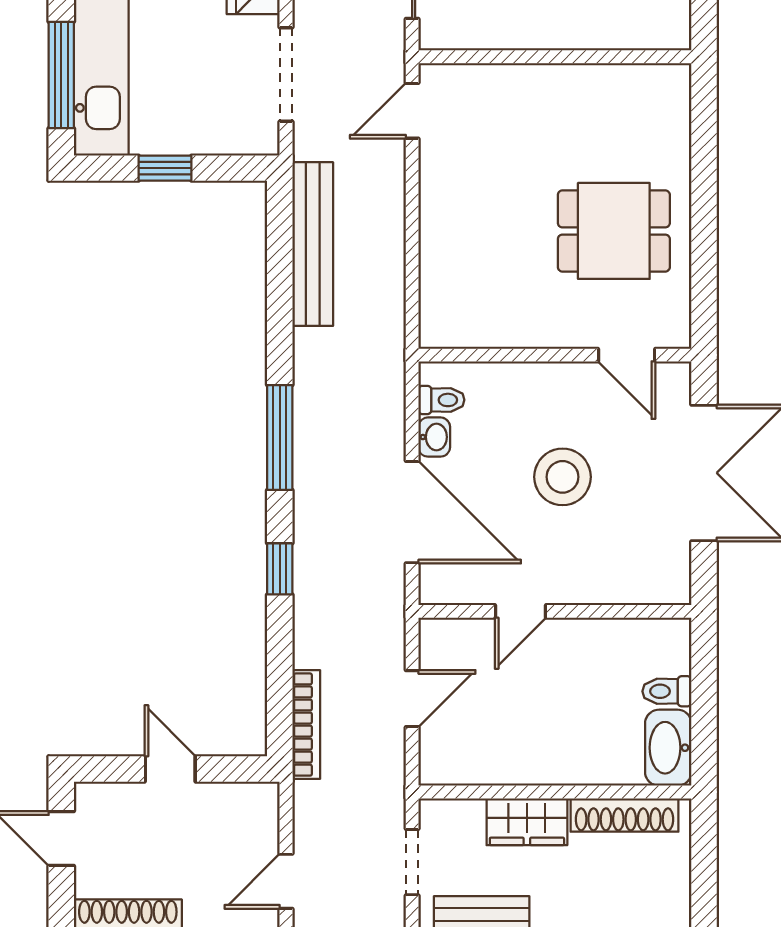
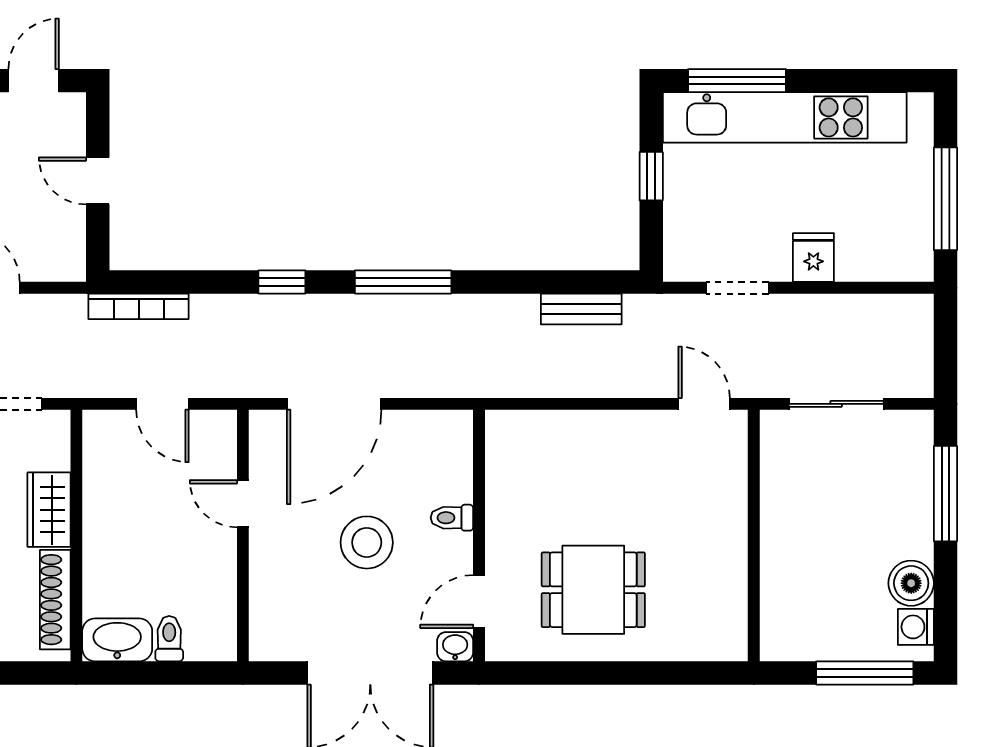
doorway: (286, 75) -> (737, 288), width x0.73
dining table: (614, 231) -> (593, 590), turned 90
bench: (313, 244) -> (581, 309), width x0.54, depth x0.82
toilet: (441, 400) -> (452, 518), moved, turned 90
washbasin: (434, 437) -> (455, 647), moved, turned 180
door: (170, 769) -> (98, 181), swing flipped

